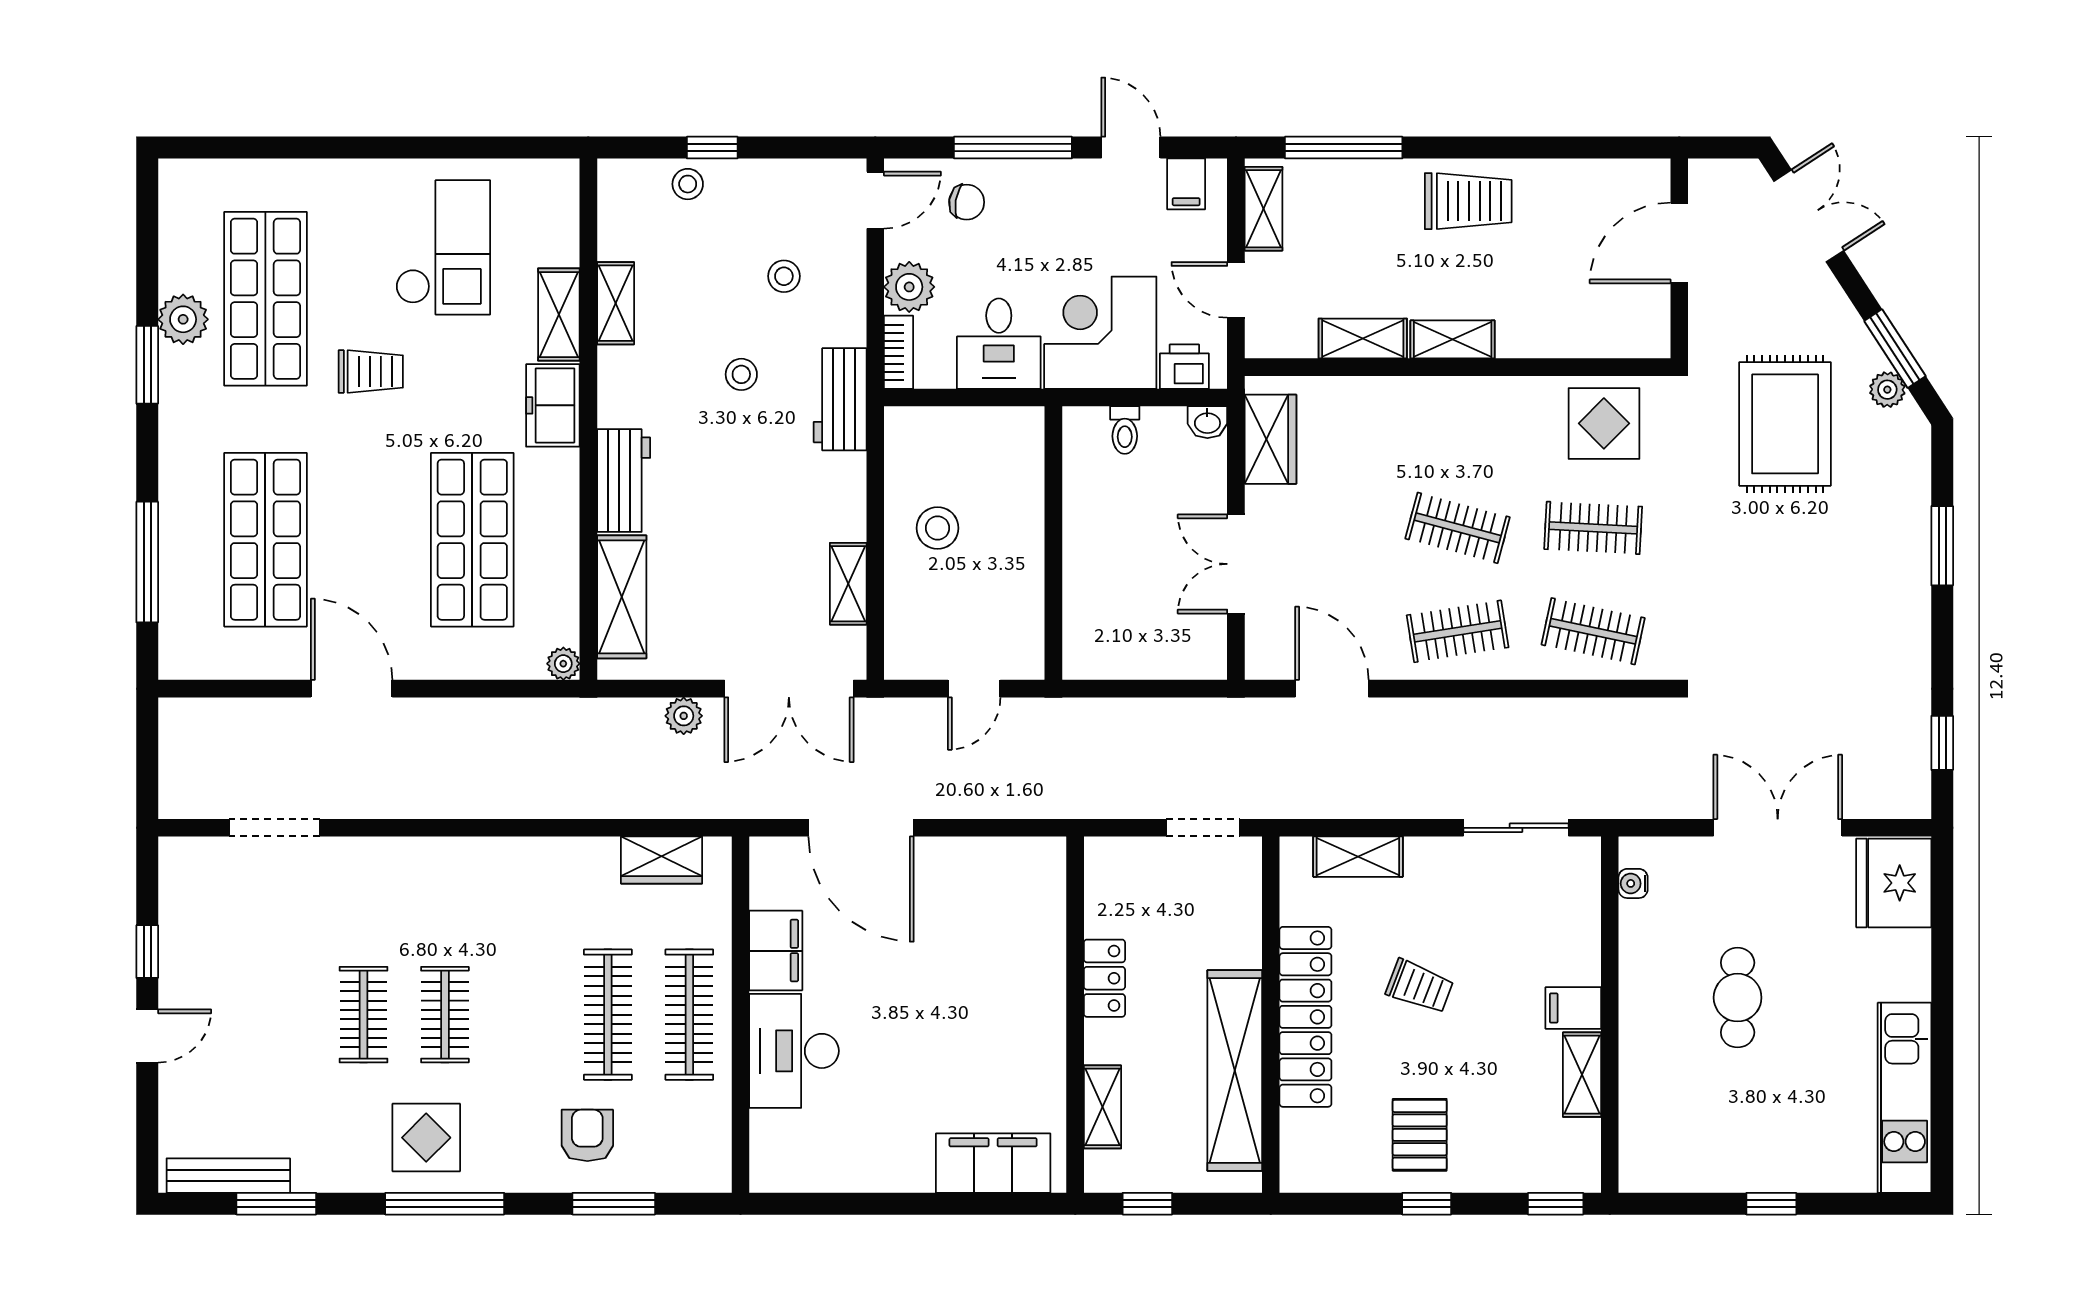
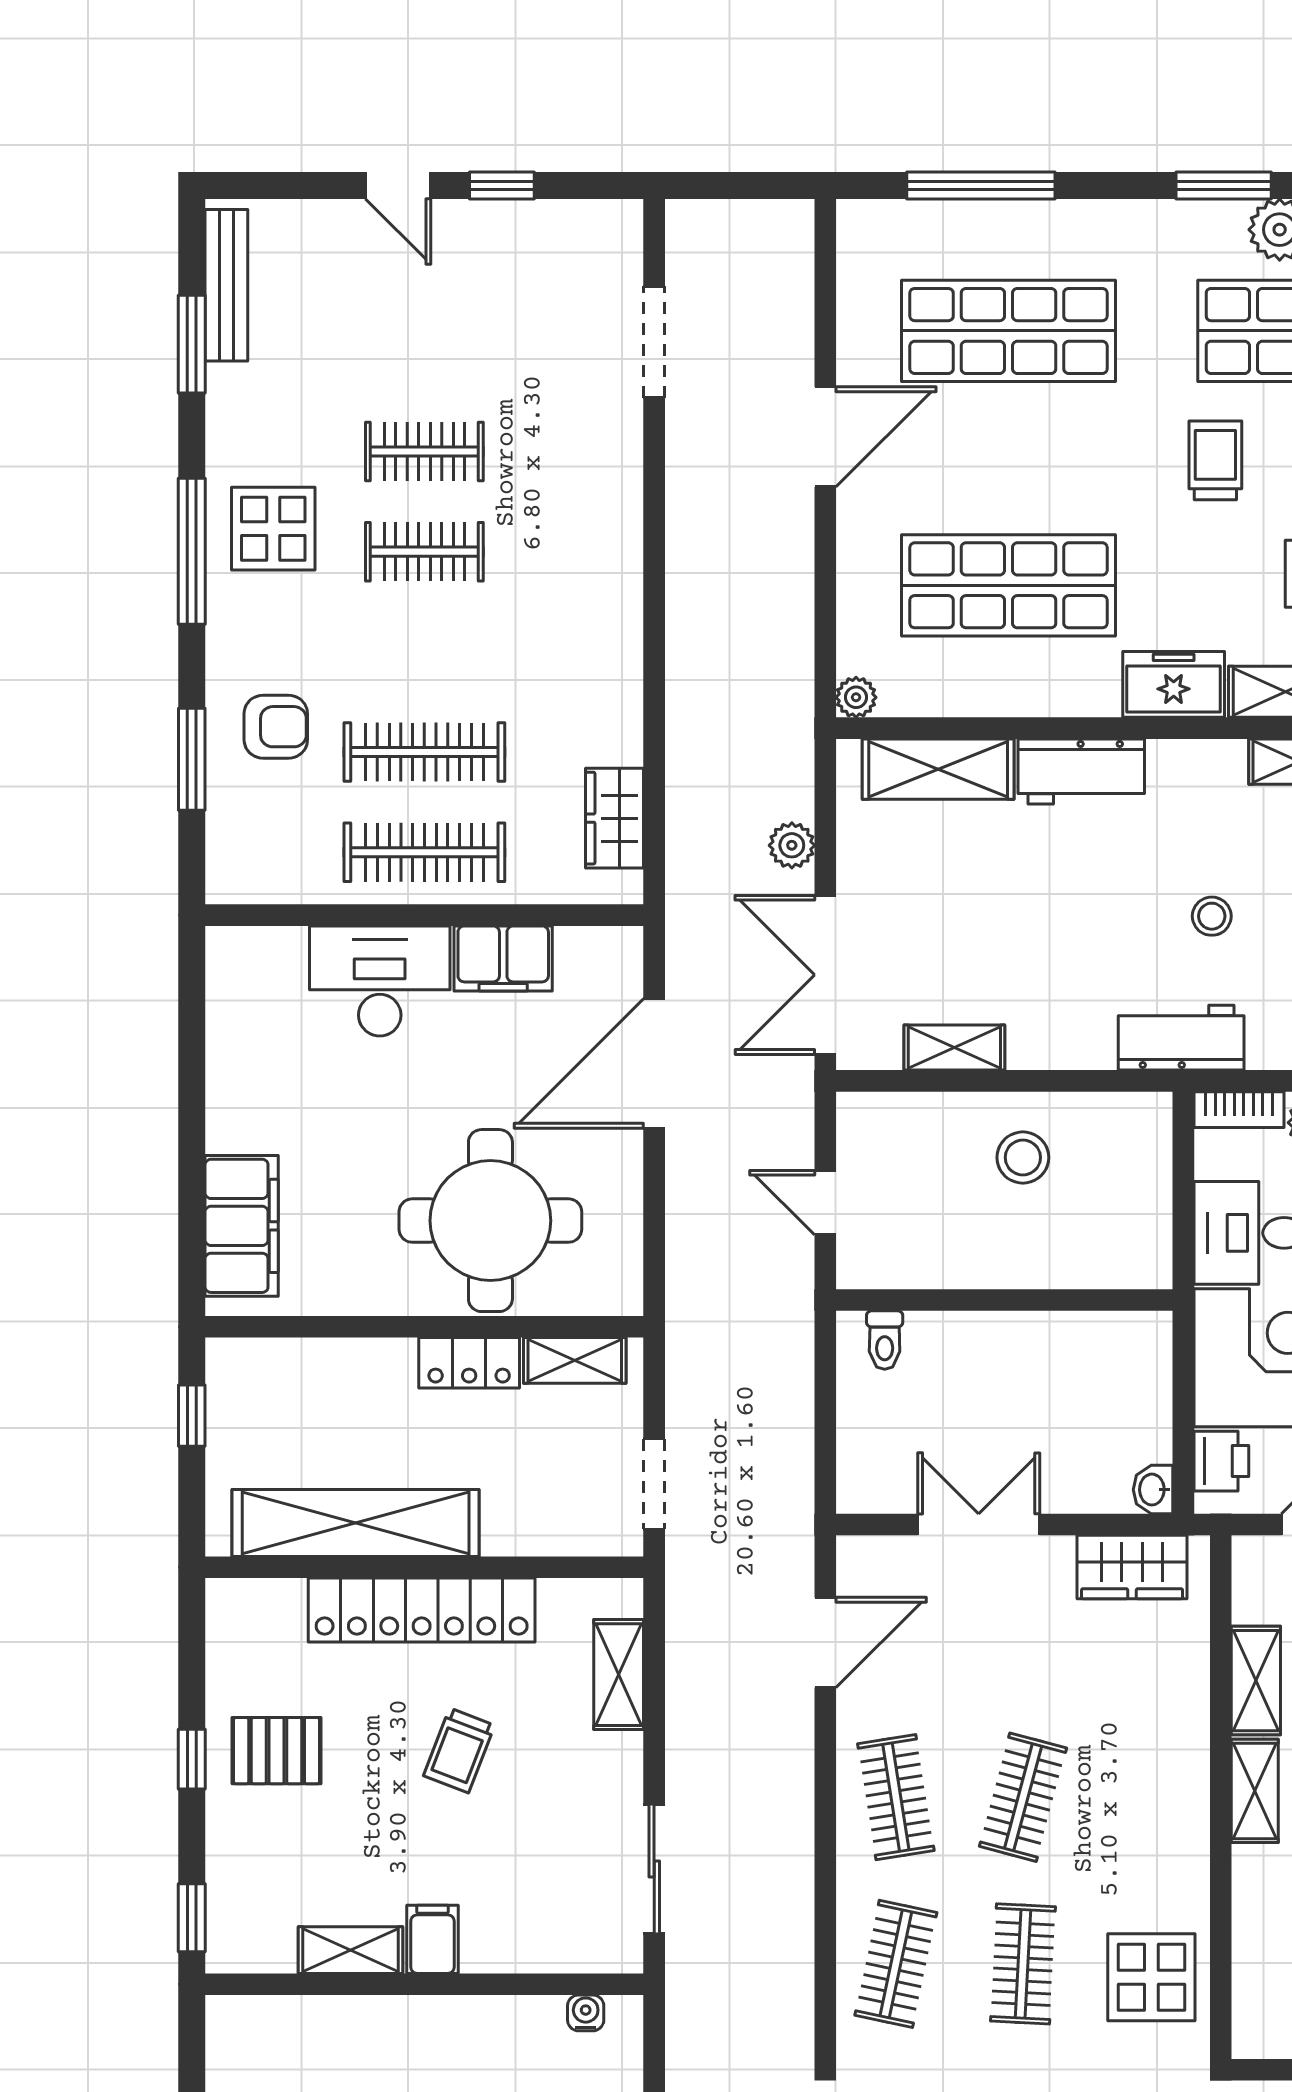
trolley: (371, 371) -> (1215, 460), turned 180
toilet: (1125, 430) -> (885, 1340), moved, turned -90
round table: (989, 961) -> (490, 1221), added
shelving: (1103, 1107) -> (575, 1360), moved

